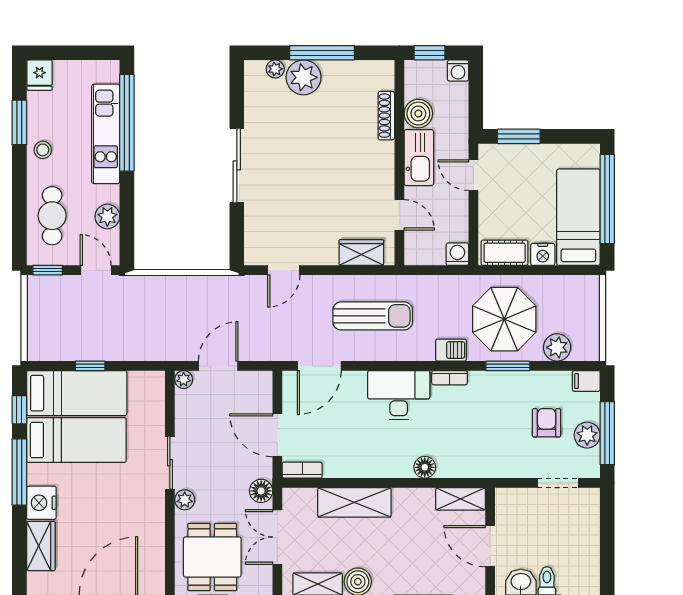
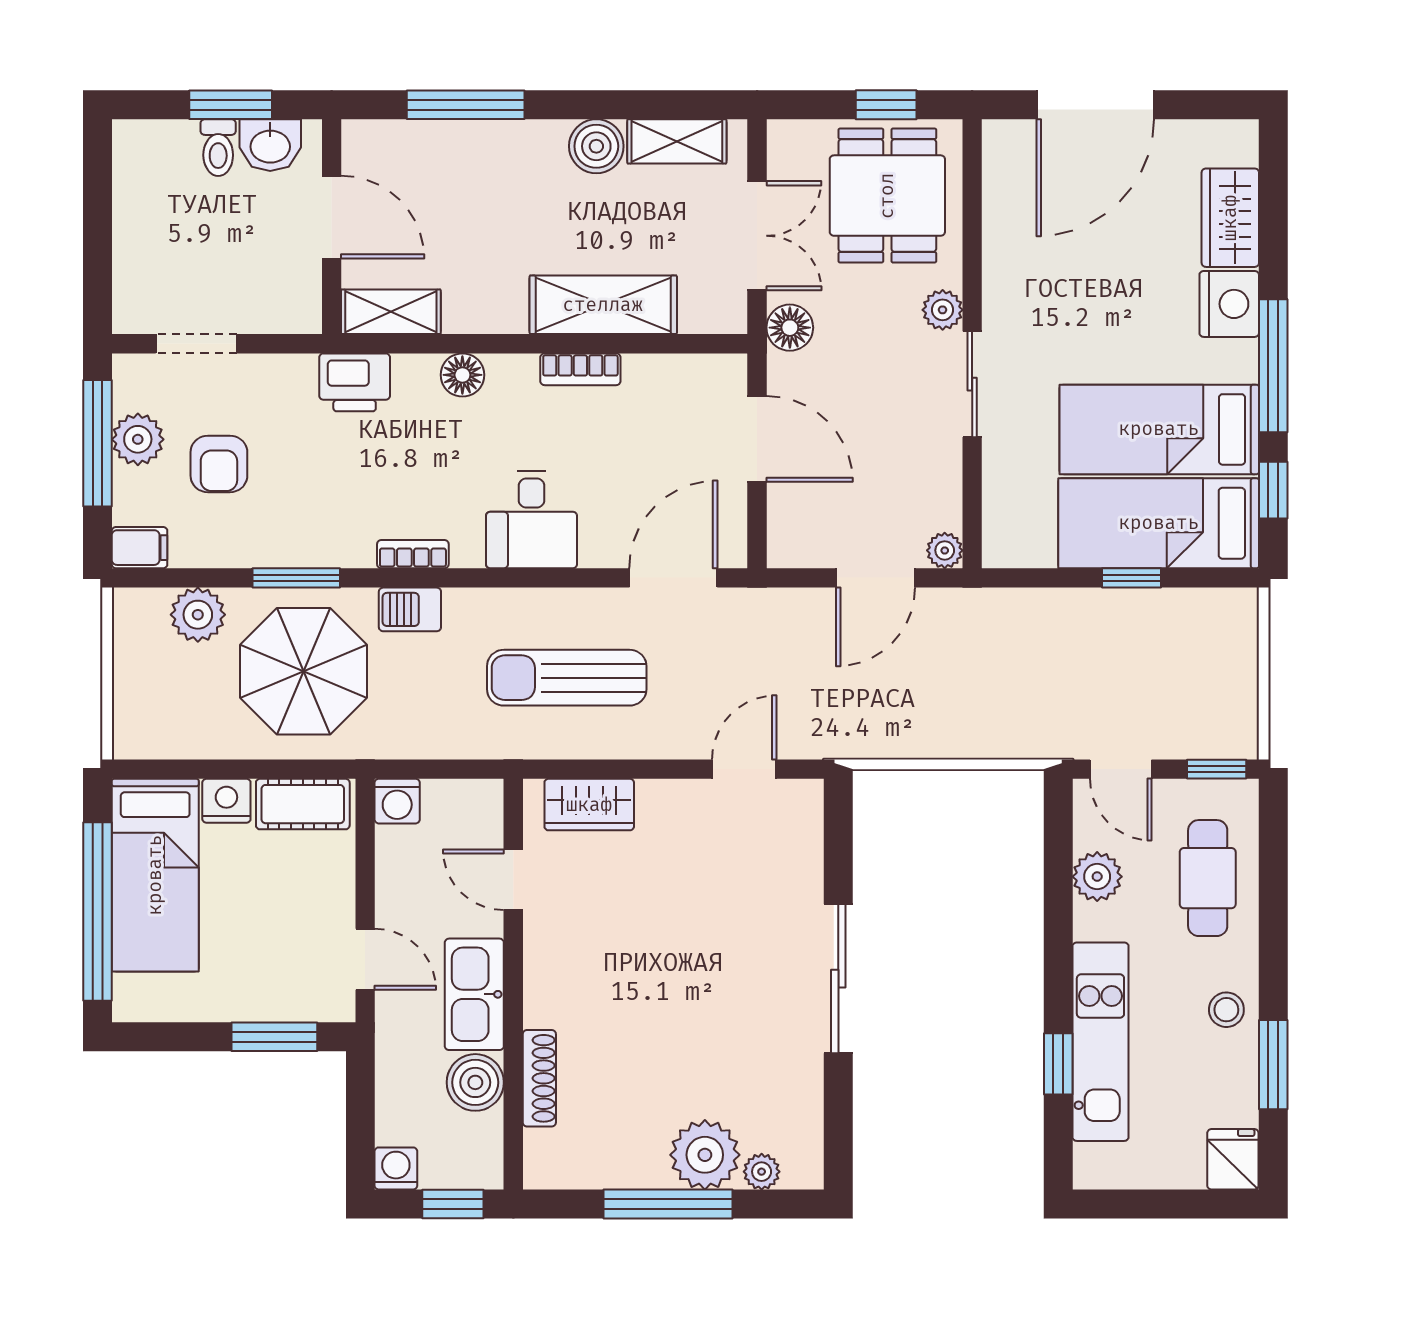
window: (127, 123) -> (1058, 1064), width x0.32
desk: (399, 395) -> (532, 519), width x0.73
printer: (479, 464) -> (355, 382), added
bookcase: (302, 470) -> (580, 369), moved

